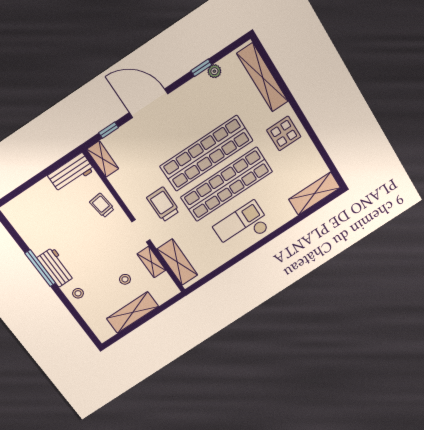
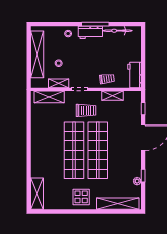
shelving: (103, 159) -> (113, 96), moved
checkout: (242, 227) -> (45, 144), removed
bicycle: (28, 234) -> (118, 31), added
shelving: (133, 312) -> (37, 54), width x1.47

